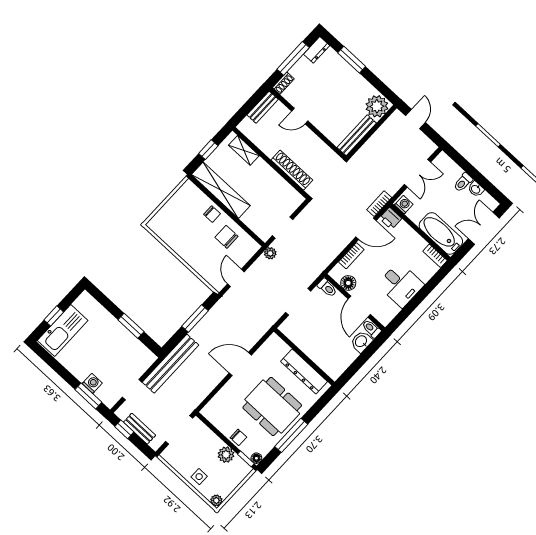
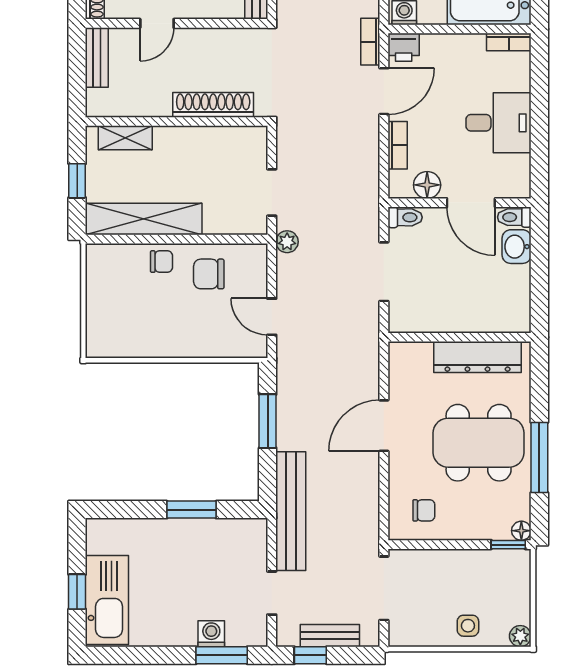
chair: (238, 437) -> (424, 510), moved
plant: (226, 455) -> (477, 564), removed

